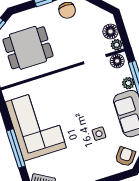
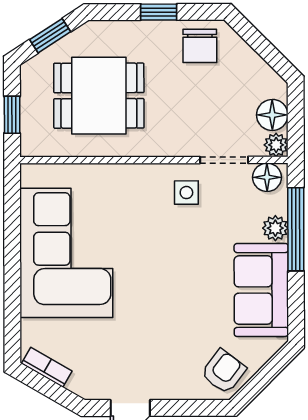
side table: (99, 134) -> (186, 193), moved
window: (16, 148) -> (12, 287), removed

